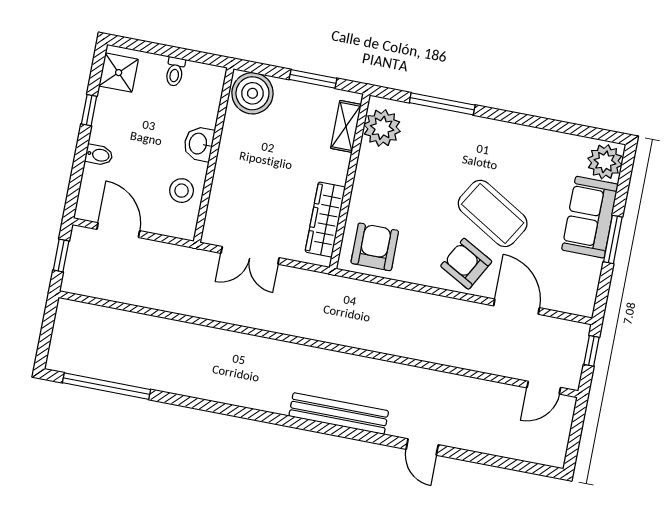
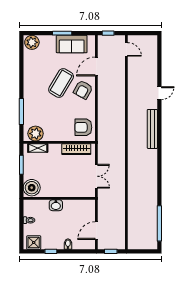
stool: (182, 191) -> (76, 208), removed
sofa: (590, 217) -> (72, 44), moved

